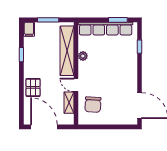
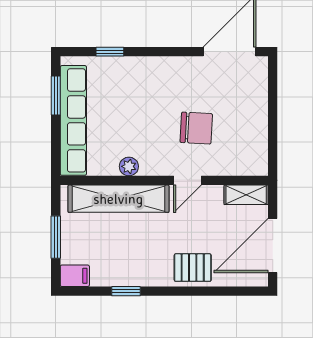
shelving: (69, 103) -> (246, 195), moved
chair: (93, 105) -> (196, 128), moved

